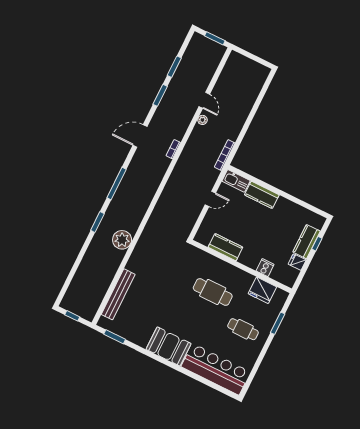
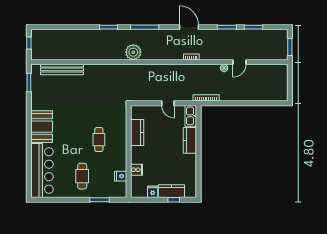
plant: (122, 240) -> (133, 52), moved
fridge: (262, 290) -> (121, 176), width x0.53, depth x0.75
cafe table: (213, 292) -> (99, 140), width x0.73, depth x0.74

